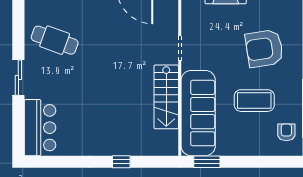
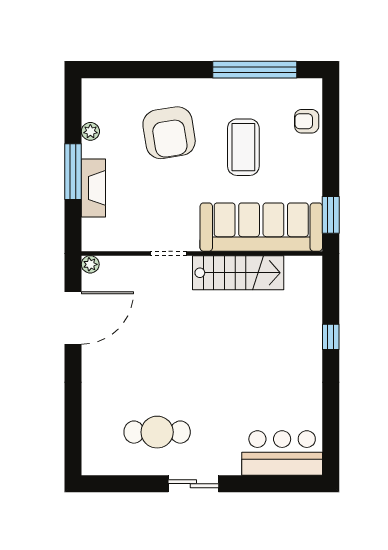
cafe table: (55, 40) -> (157, 432), turned 70
sliding door: (18, 78) -> (193, 484), moved
armchair: (286, 132) -> (307, 121), moved

